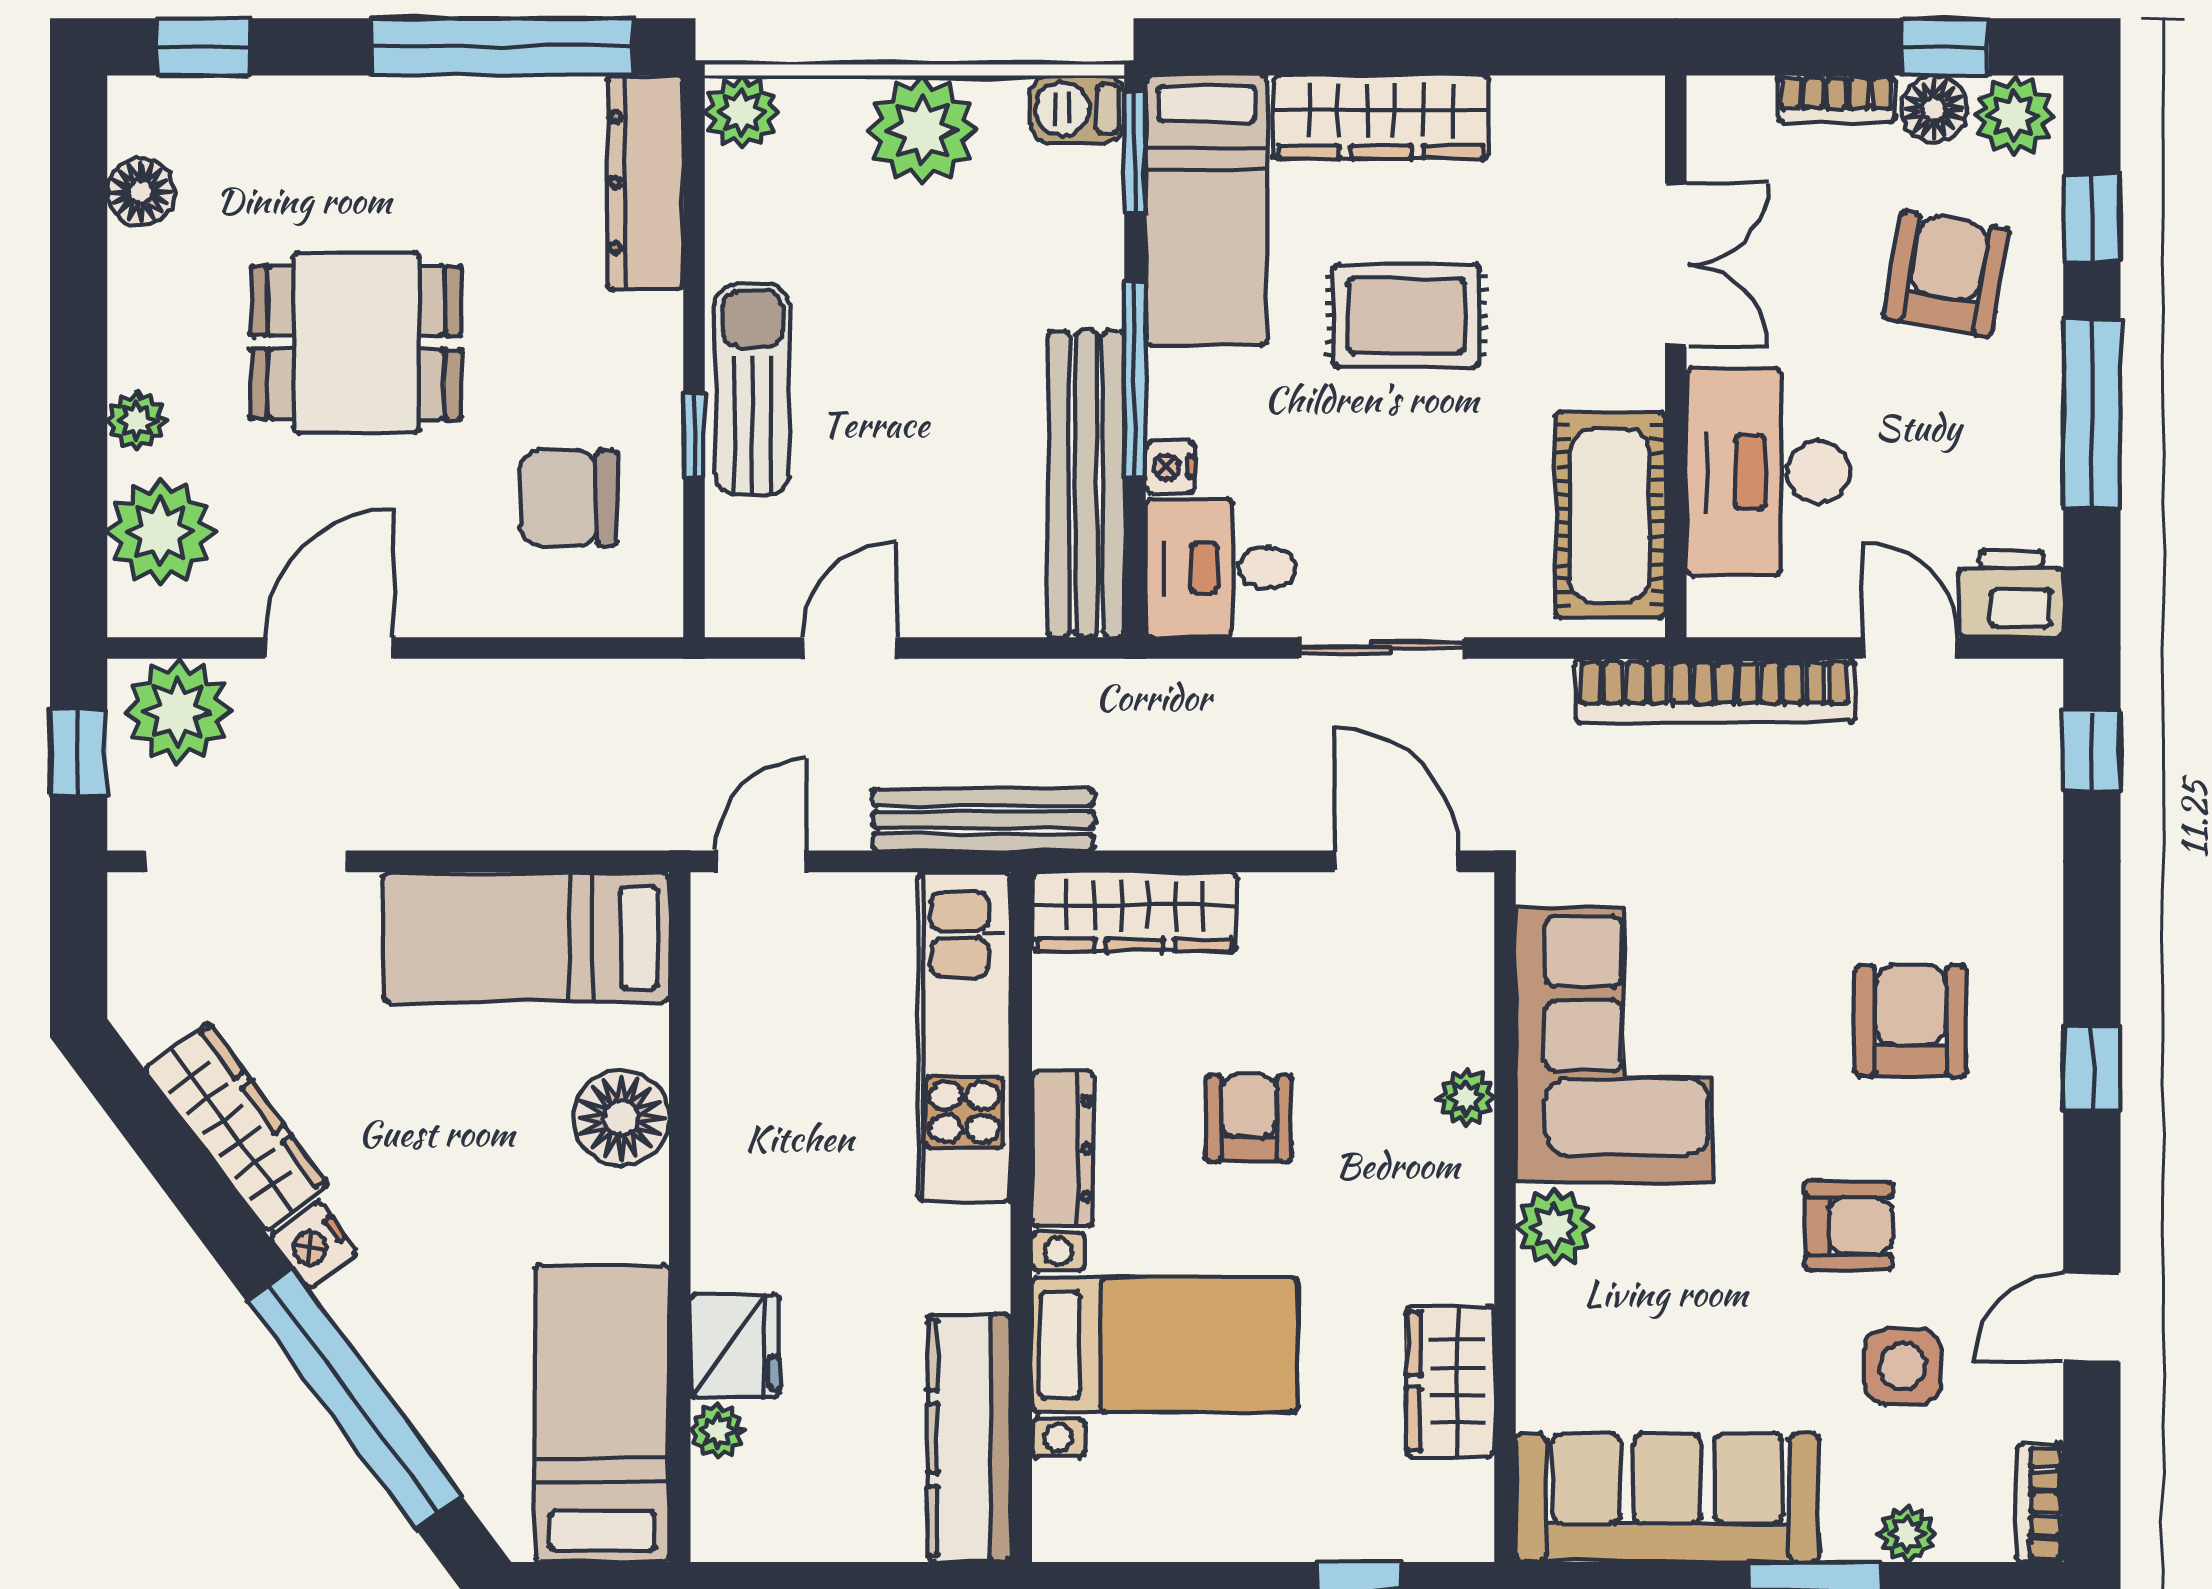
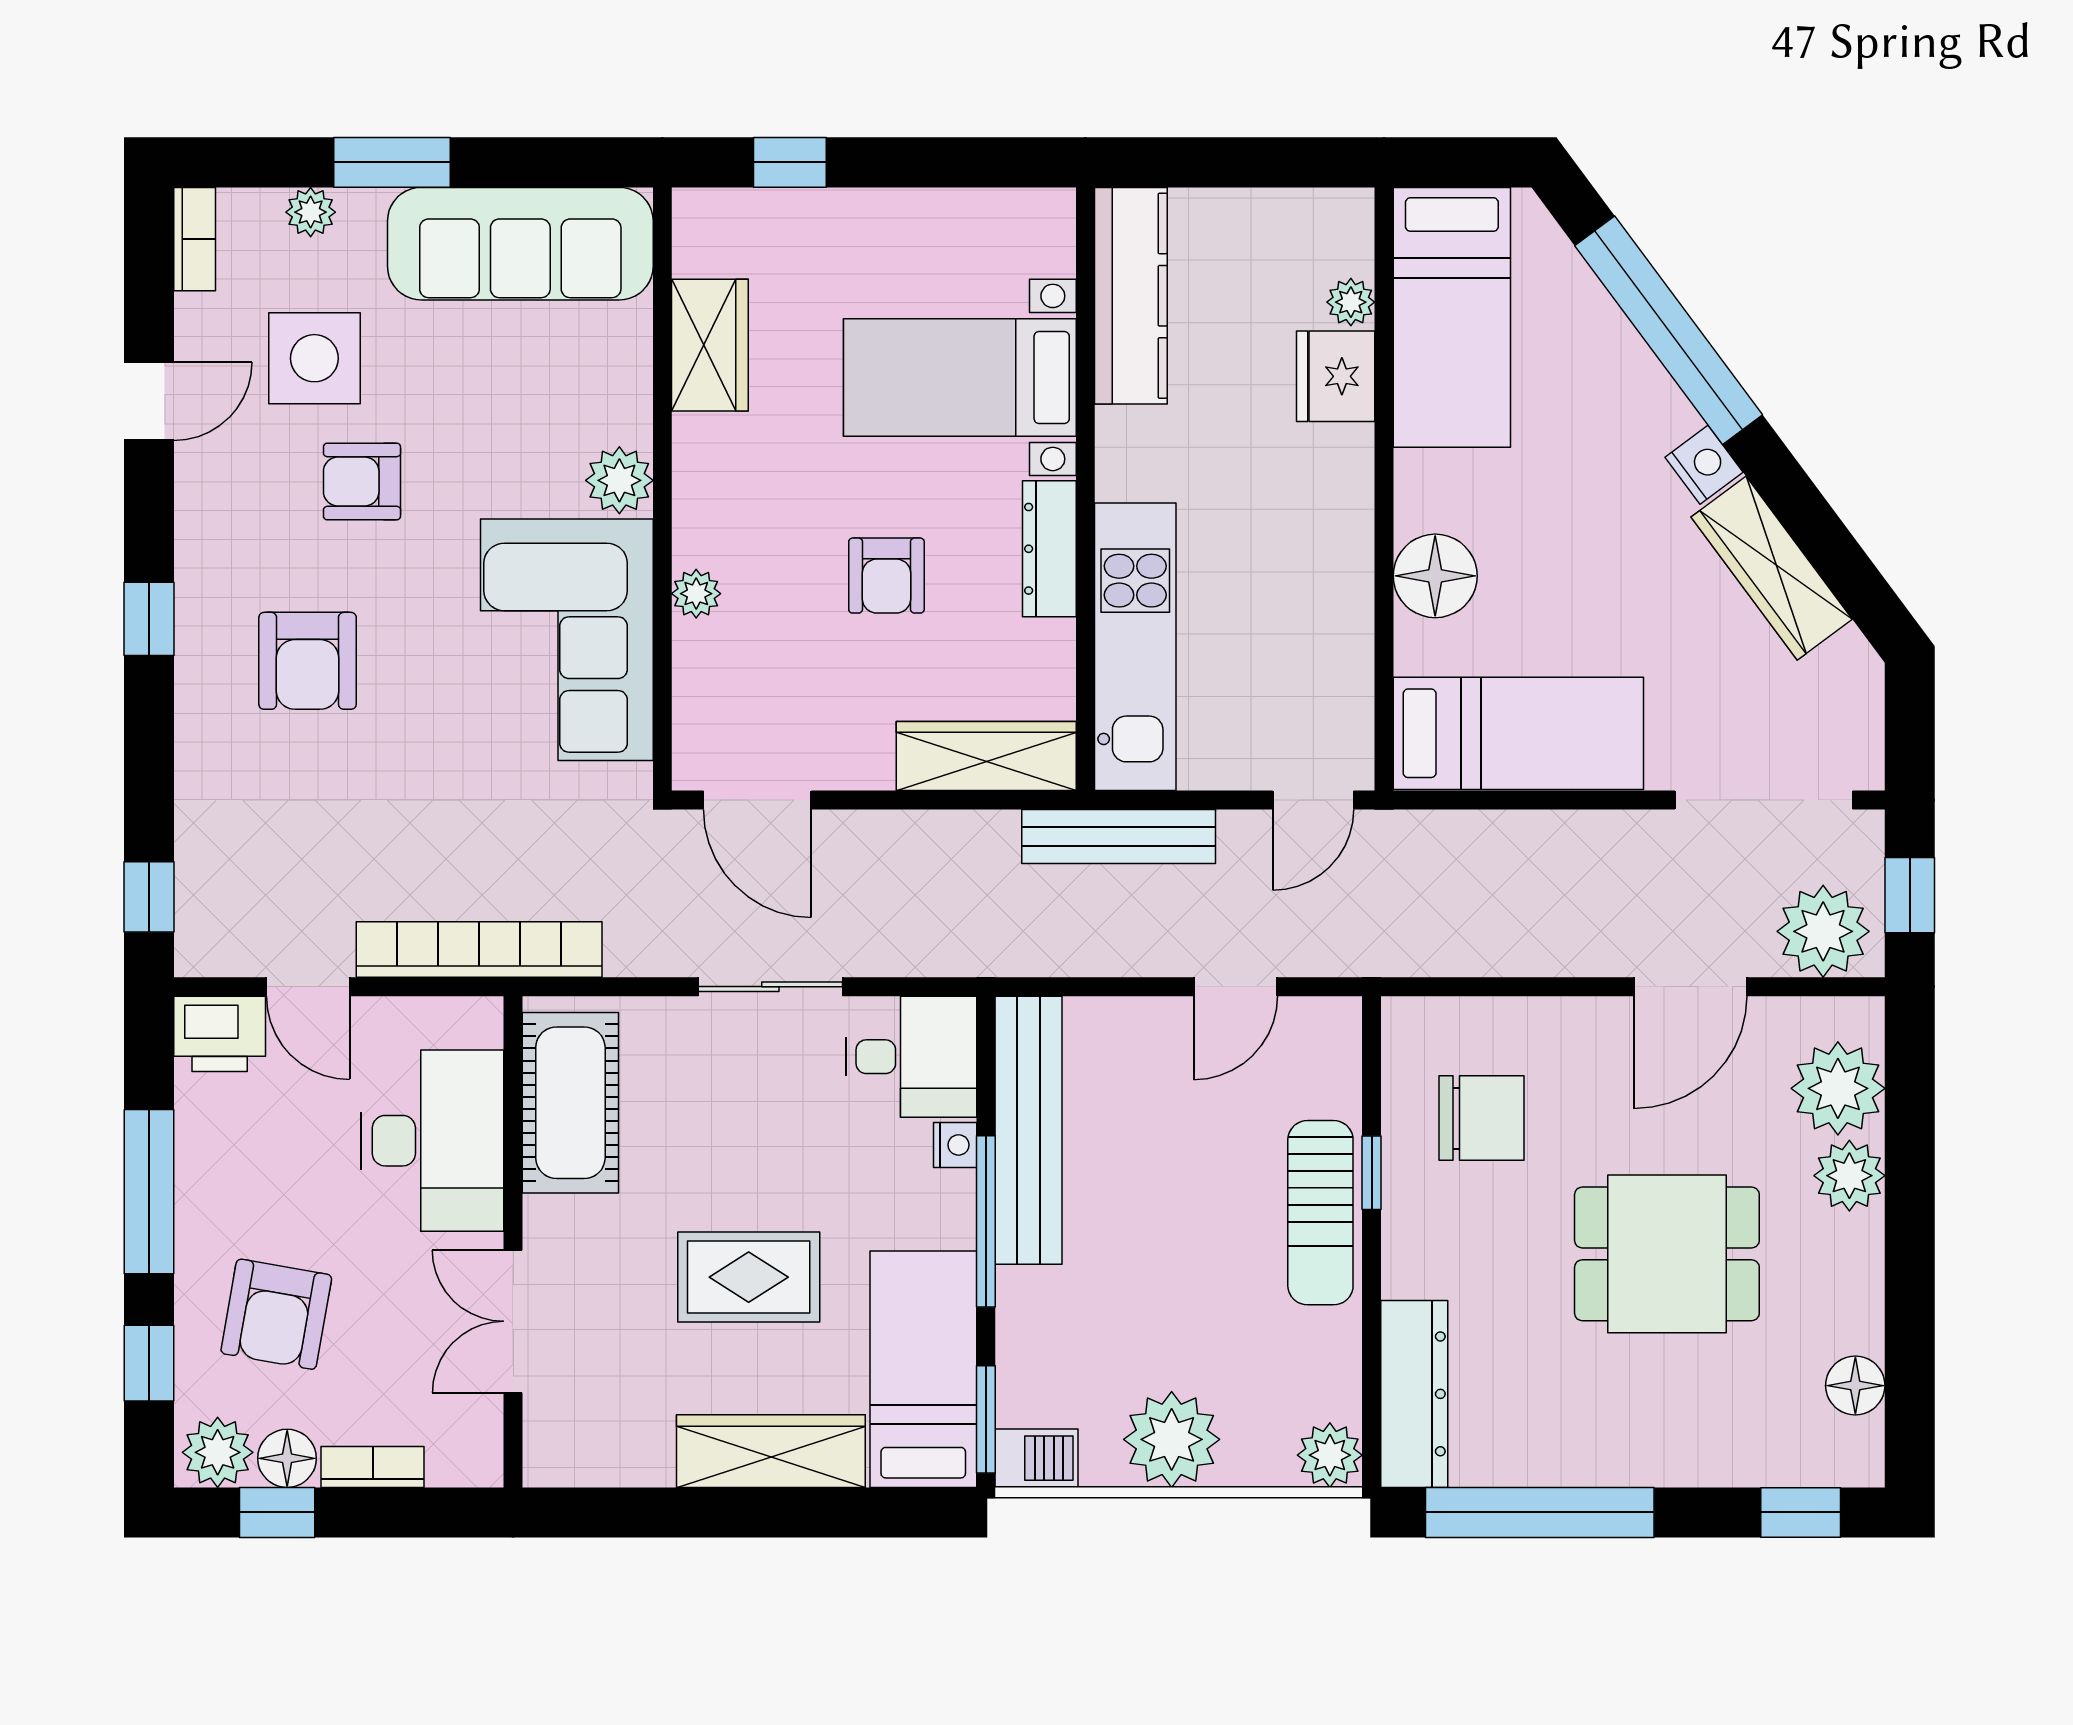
plant: (137, 421) -> (1849, 1176), width x1.38, depth x1.38
side table: (1903, 1367) -> (314, 358), width x1.37, depth x1.37

